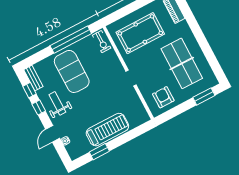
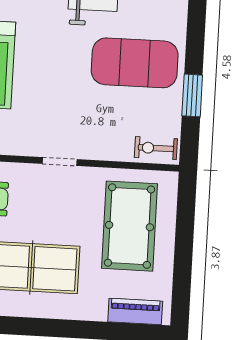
window: (71, 40) -> (192, 95), width x0.47

